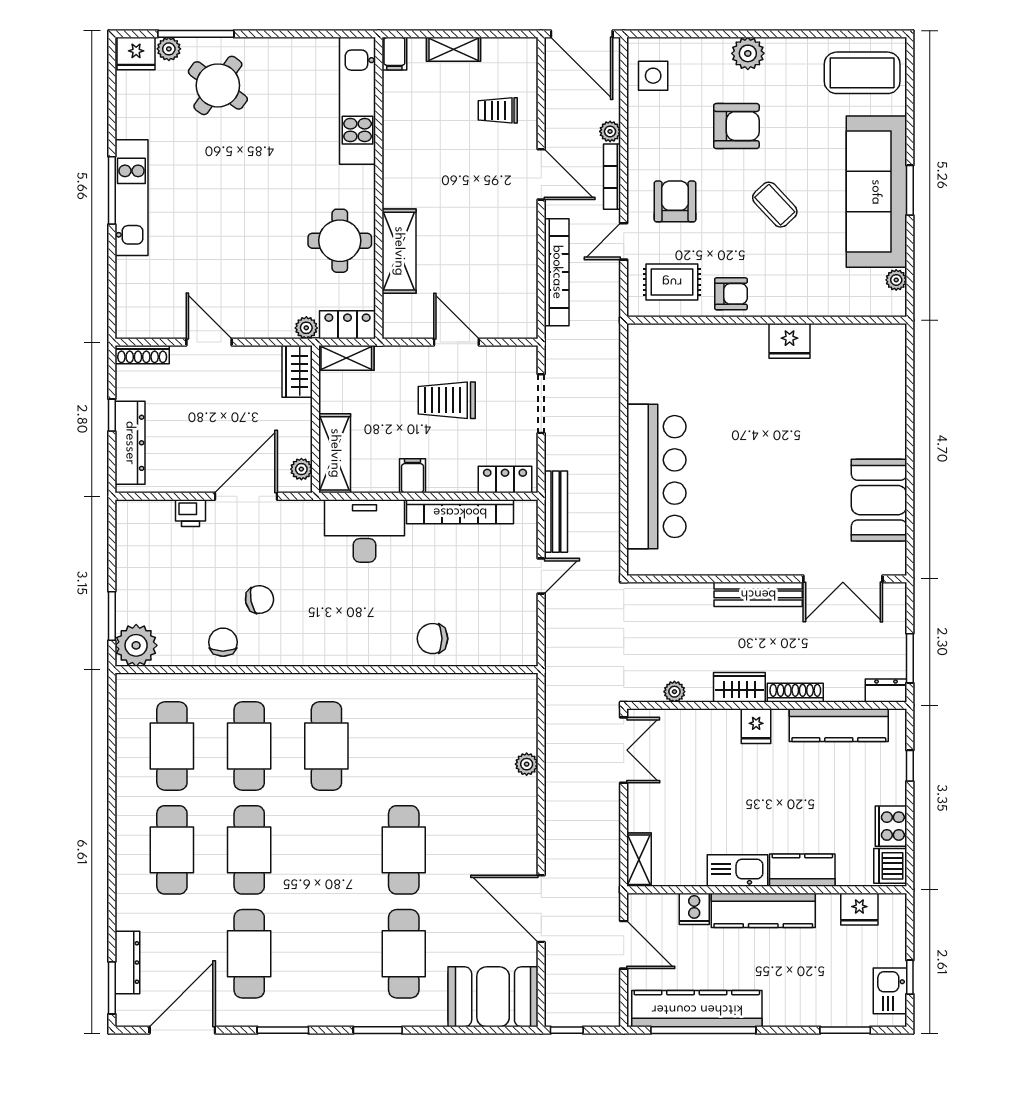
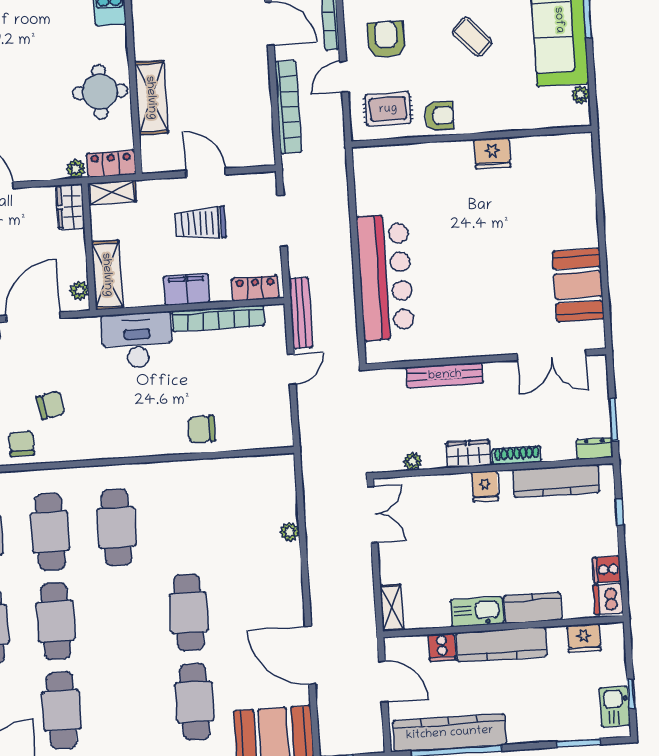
filing cabinet: (413, 476) -> (187, 289), width x2.00
bench: (758, 594) -> (445, 375), moved
cooker: (891, 826) -> (607, 569), width x0.73

